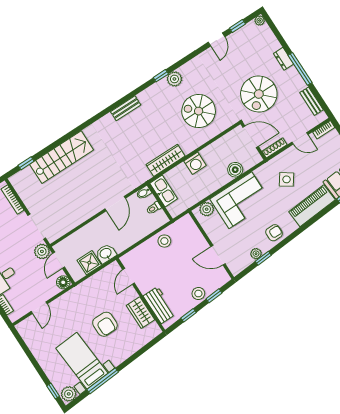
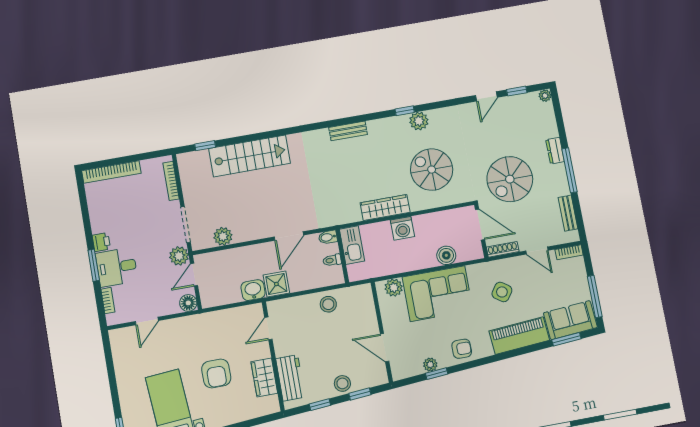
wardrobe: (166, 160) -> (385, 208), moved
plant: (67, 224) -> (223, 236), added
shower: (89, 263) -> (276, 284), moved

